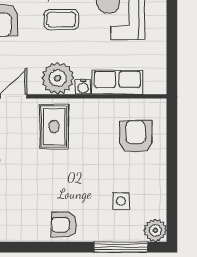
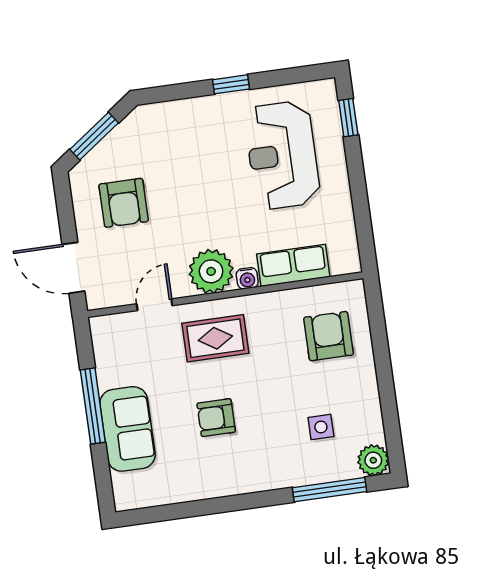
coffee table: (61, 20) -> (204, 191), removed
rug: (54, 127) -> (215, 338), turned 90
armchair: (64, 225) -> (216, 418), moved

